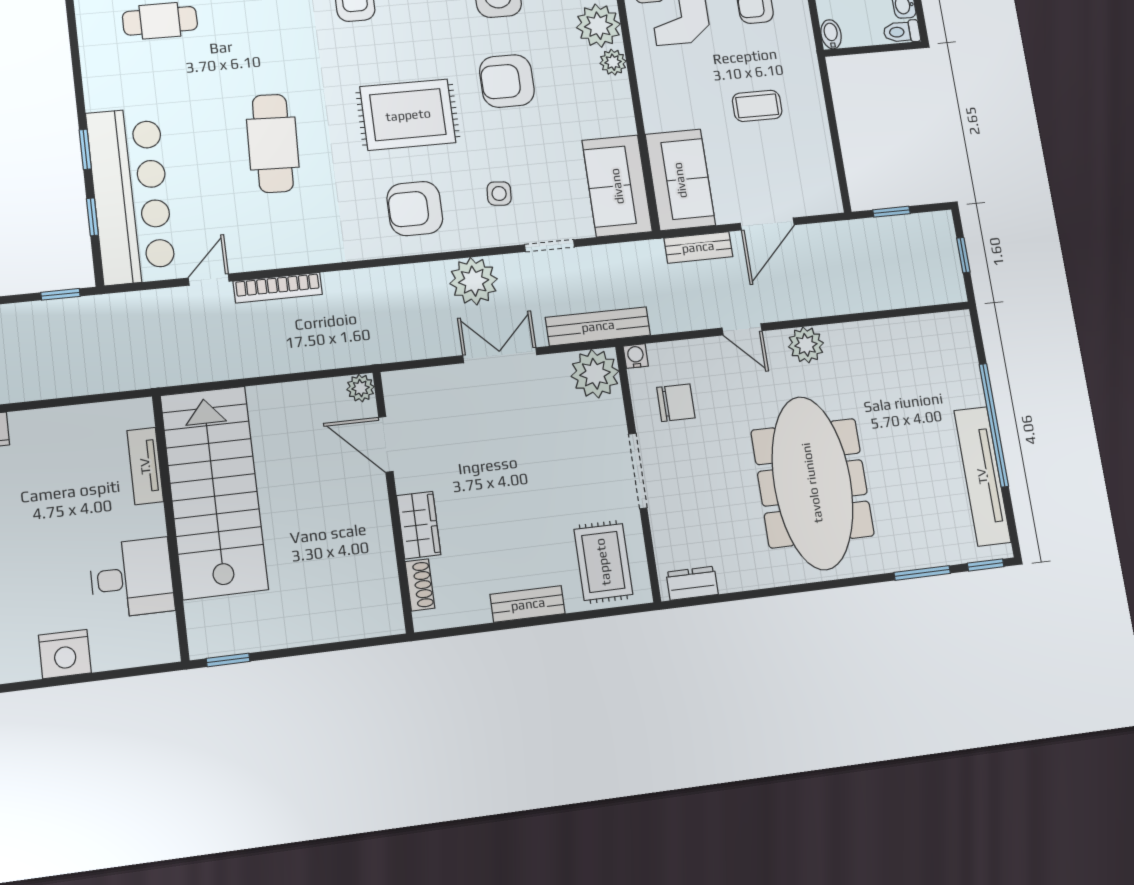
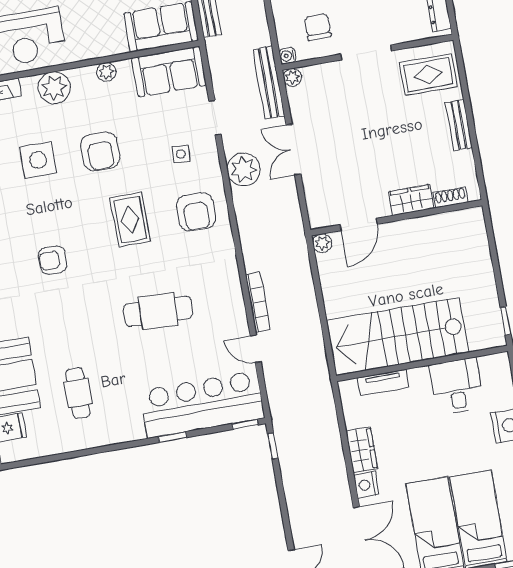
plant: (613, 62) -> (106, 72), moved
rug: (408, 115) -> (130, 220), width x0.73, depth x0.70
window: (92, 217) -> (245, 424), moved
plant: (595, 374) -> (292, 77), width x0.53, depth x0.53
wardrobe: (44, 427) -> (362, 450), added

